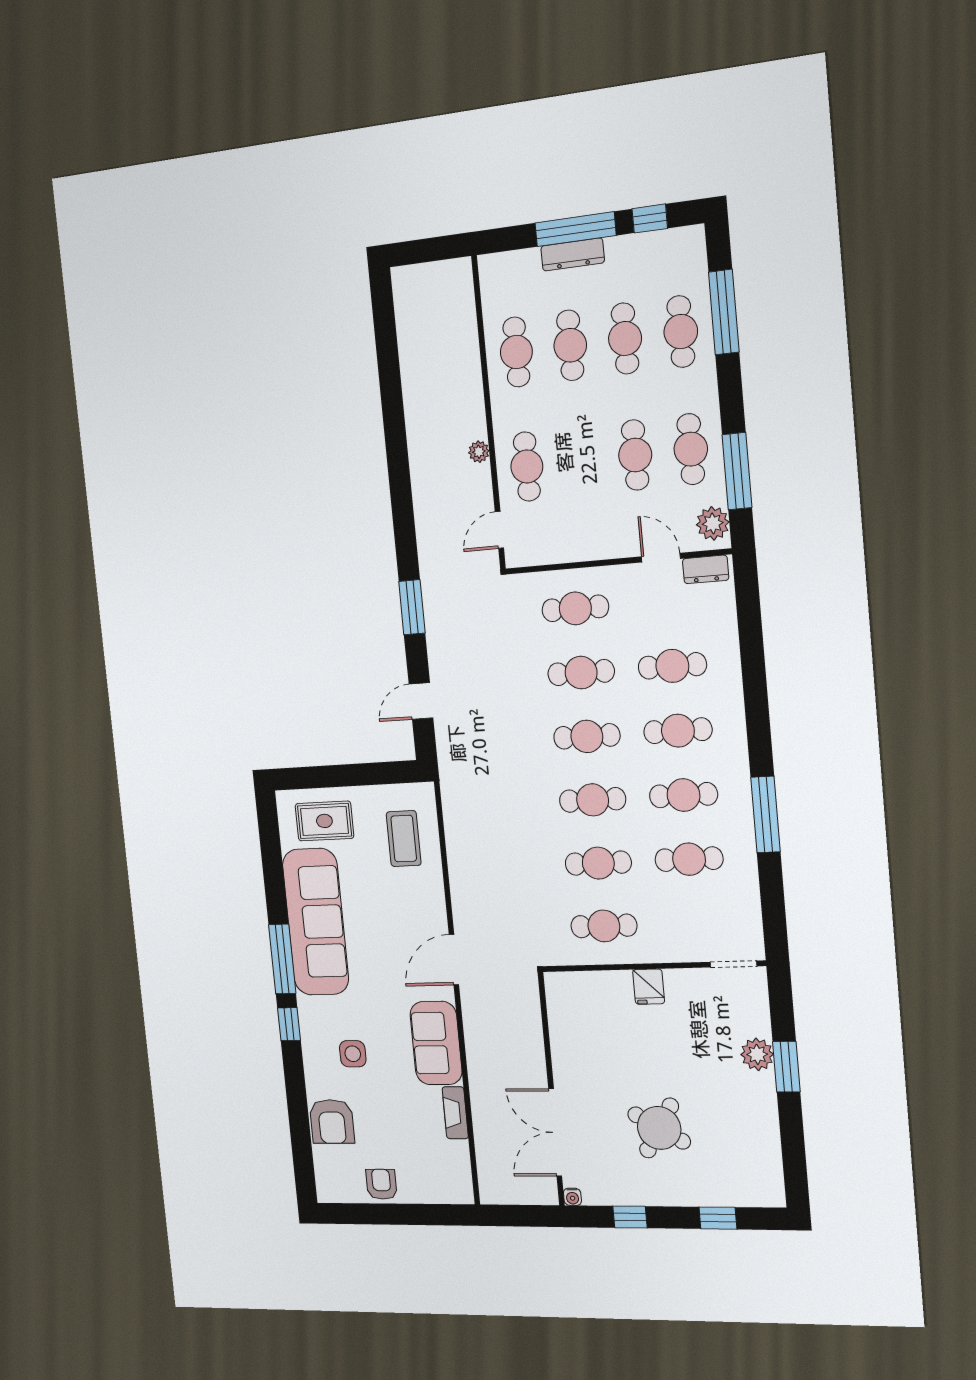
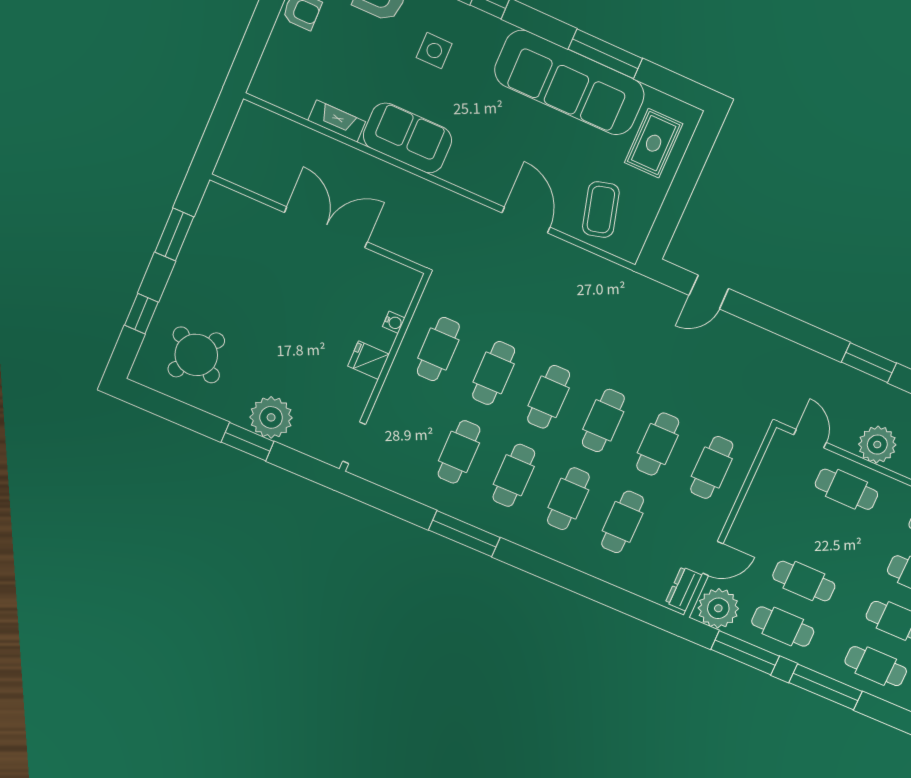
window: (724, 312) -> (826, 687), moved
plant: (479, 452) -> (877, 445), width x1.88, depth x1.88
plant: (713, 523) -> (718, 608), width x1.36, depth x1.36
window: (412, 607) -> (869, 363), moved
door: (421, 701) -> (709, 292), swing flipped
coffee table: (404, 839) -> (601, 210), turned 75
window: (282, 959) -> (605, 54), moved
door: (454, 960) -> (526, 220), moved
plant: (757, 1054) -> (271, 417), width x1.36, depth x1.36
round table: (659, 1128) -> (196, 355), moved
double door: (555, 1132) -> (326, 227), moved
water cooler: (572, 1197) -> (394, 322), moved, turned 180
window: (630, 1217) -> (174, 235), width x1.50

